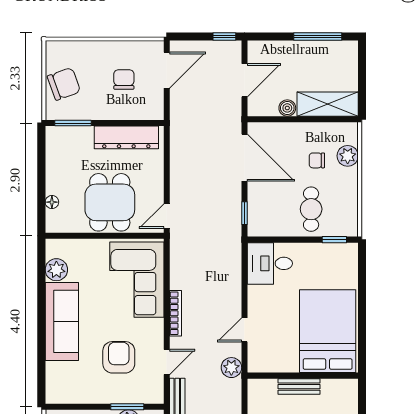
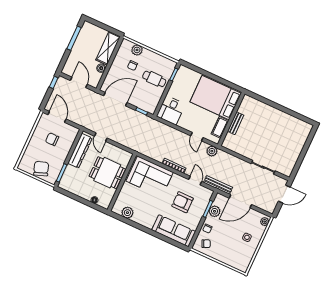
door: (167, 216) -> (101, 137), moved
sofa: (62, 321) -> (174, 231), moved
cot: (279, 363) -> (220, 127), added

